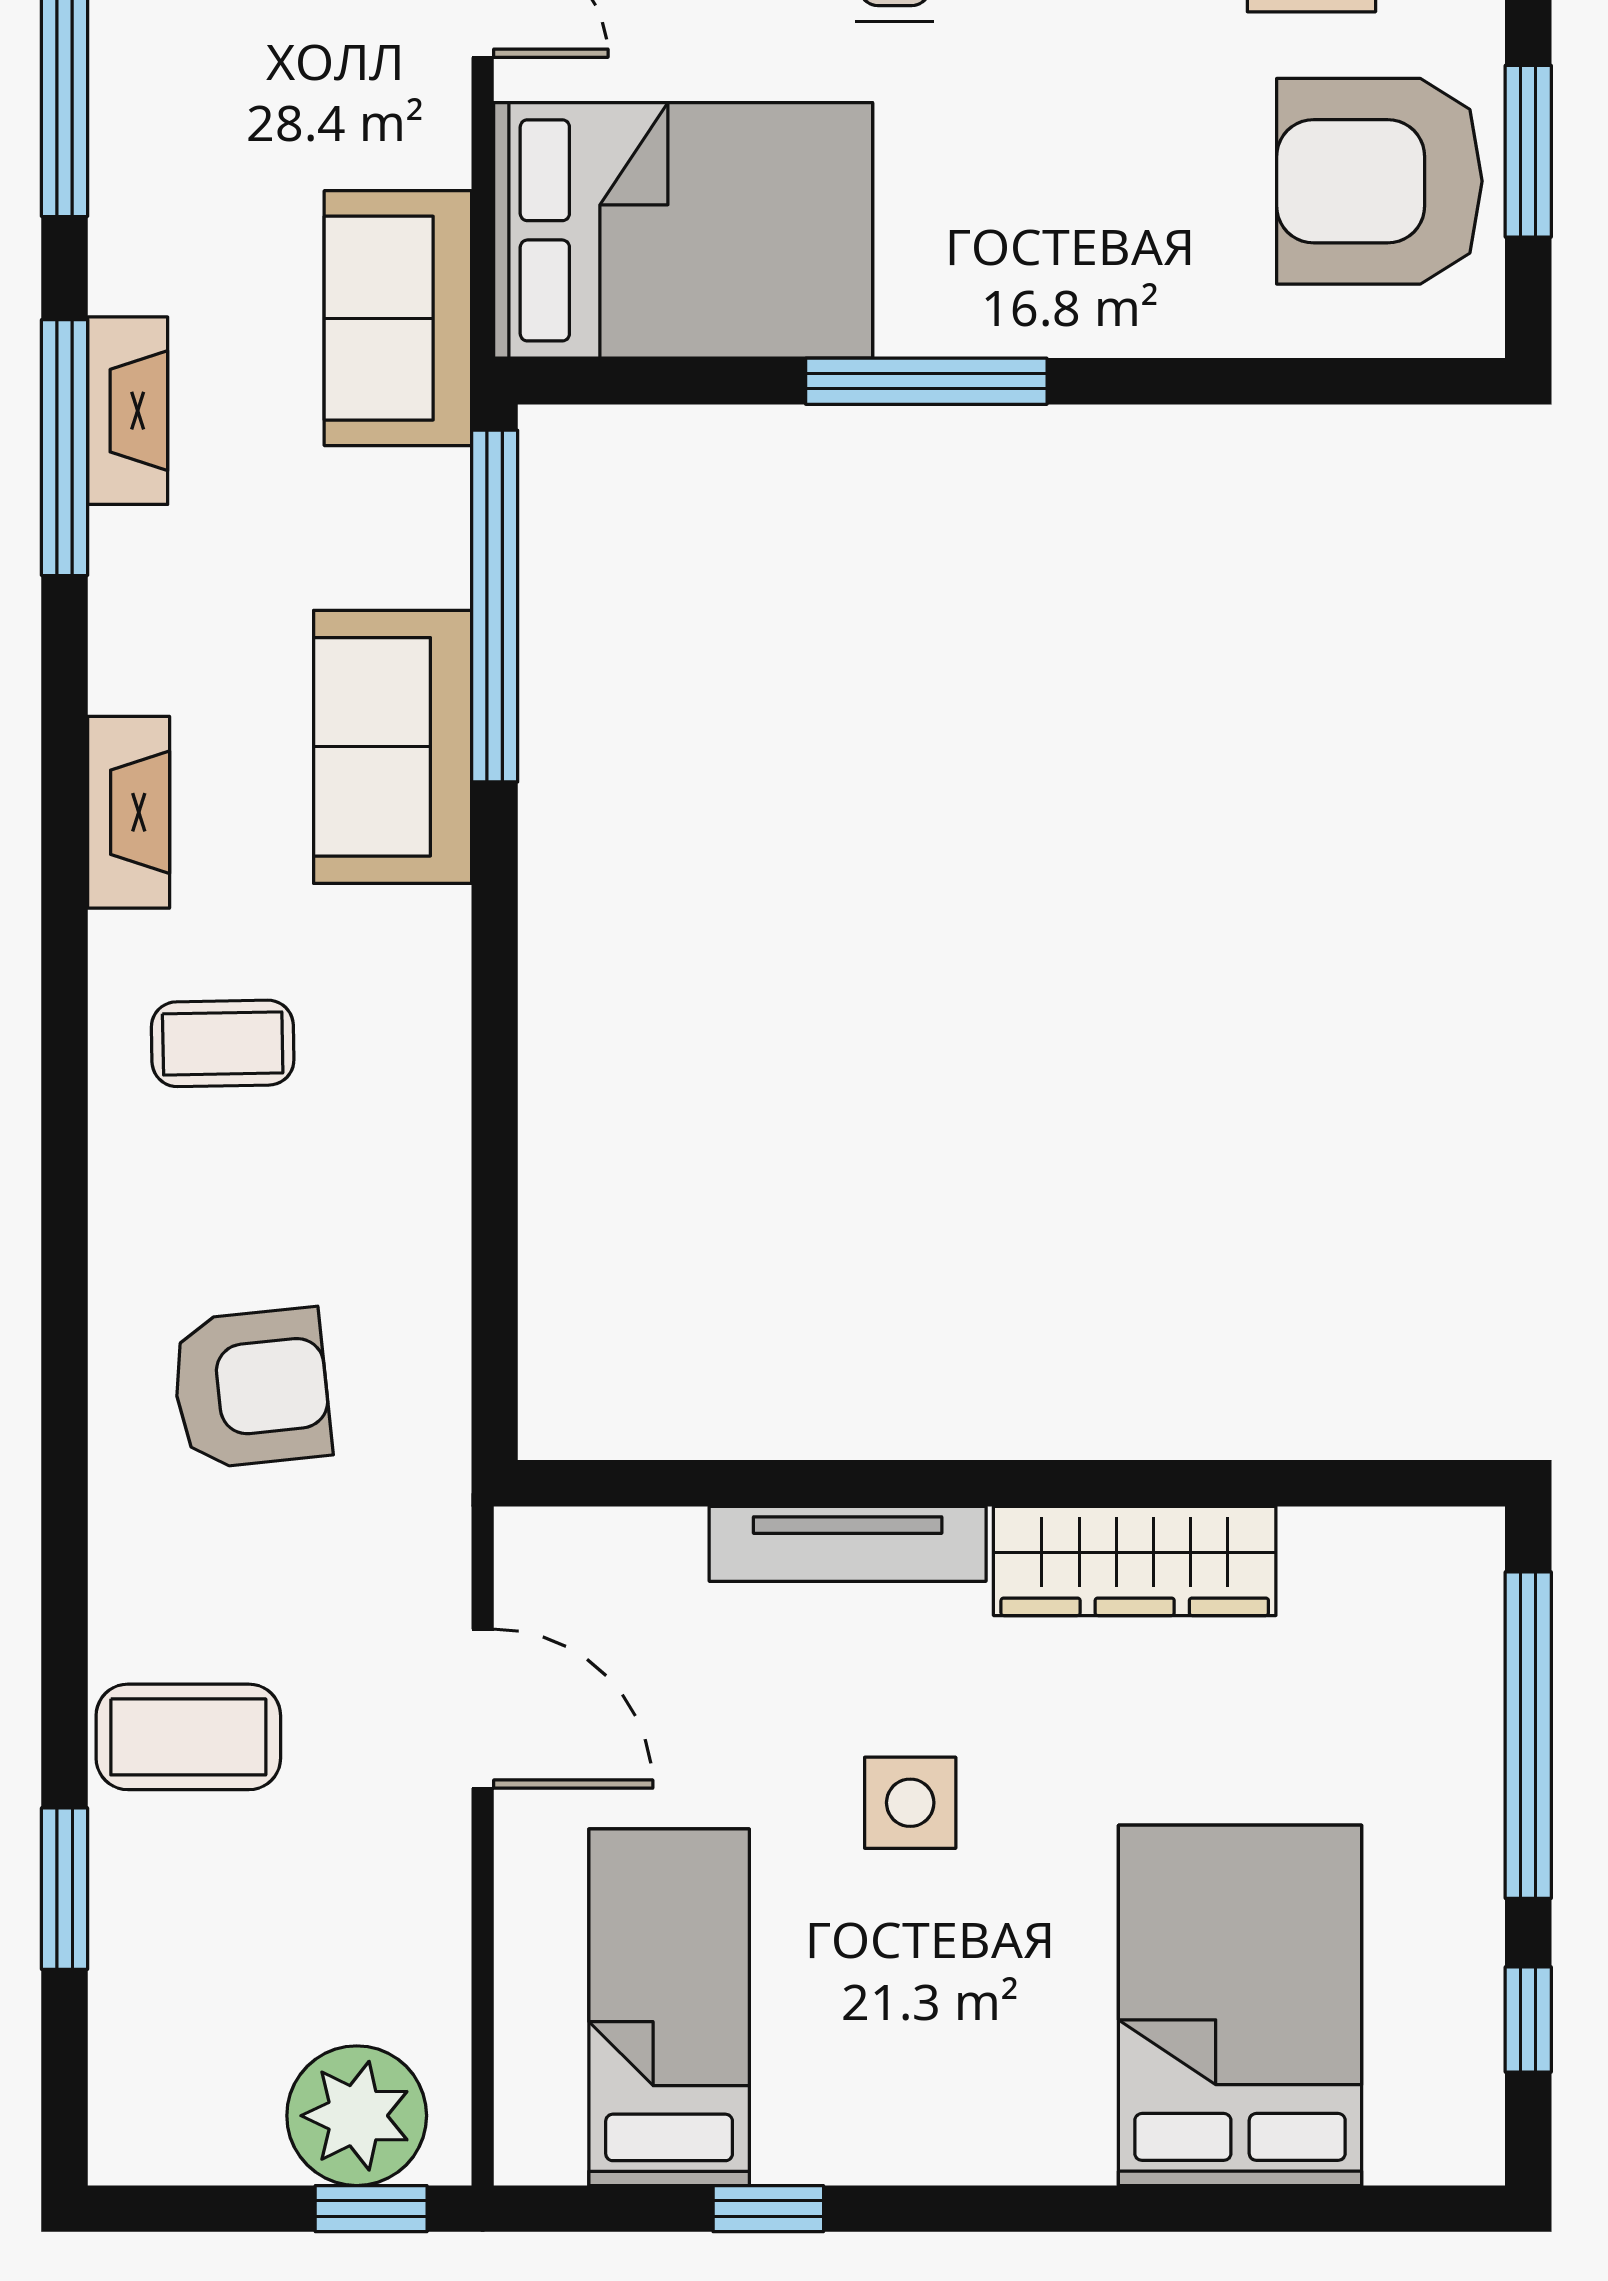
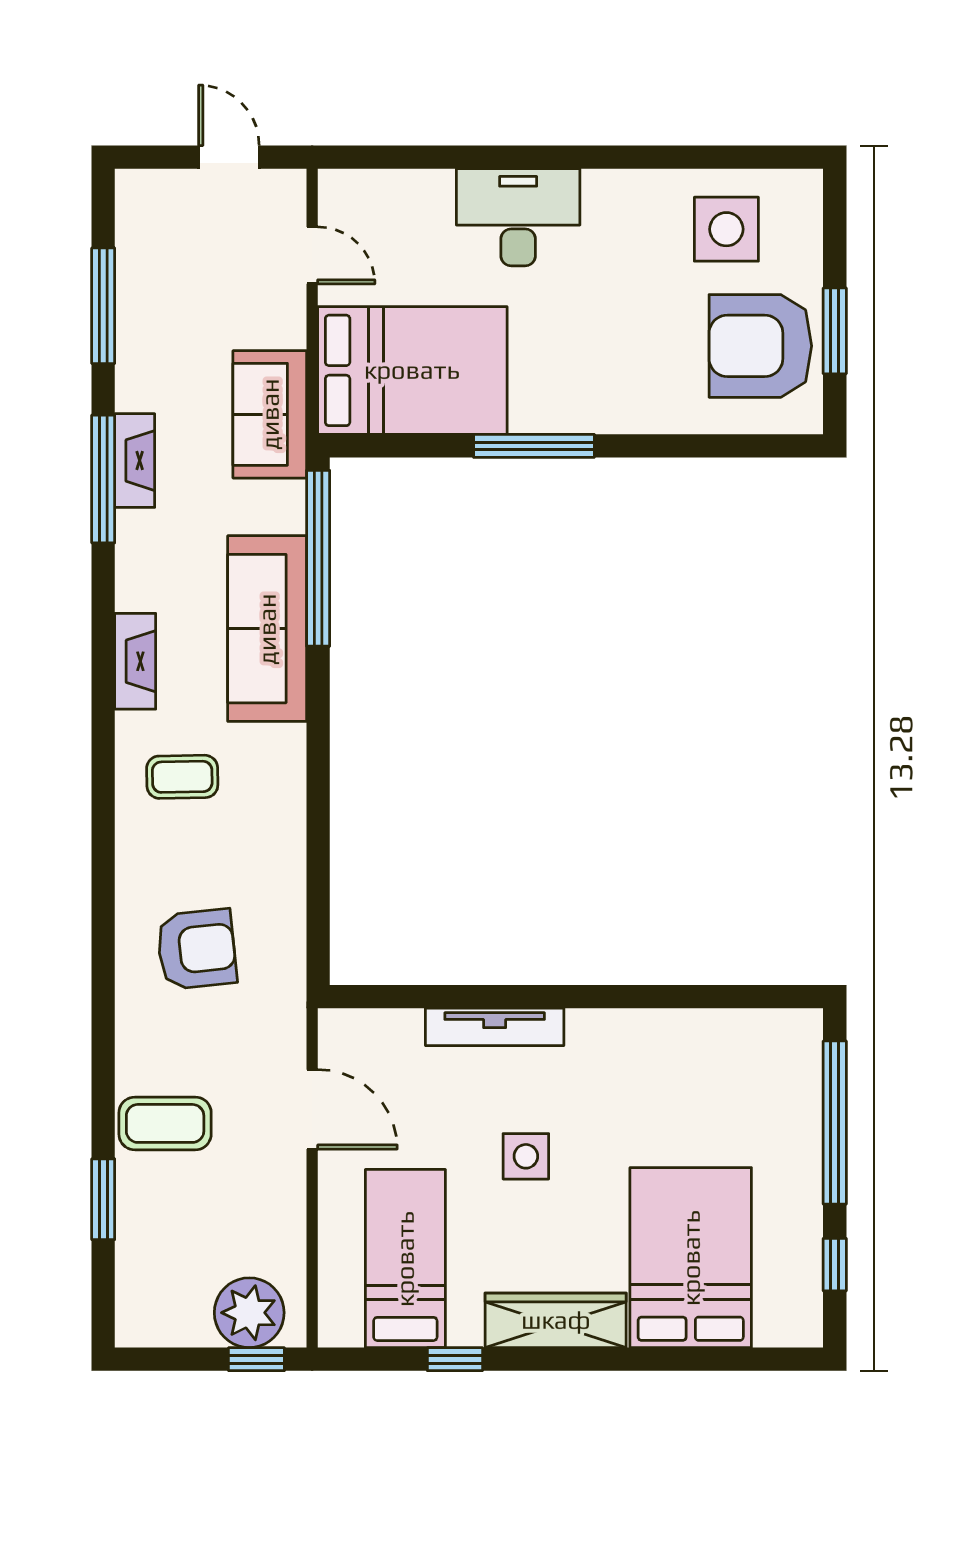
sofa: (393, 747) -> (267, 629), width x1.36
wardrobe: (1135, 1561) -> (556, 1320), moved, turned 180

